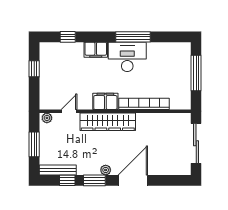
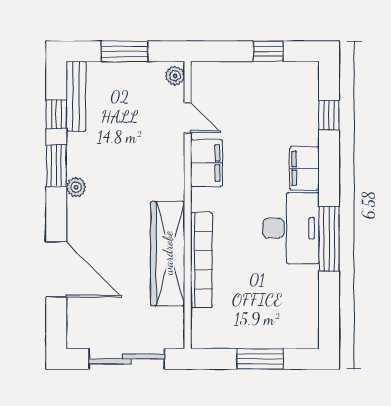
window: (196, 73) -> (260, 359), width x0.69
filing cabinet: (105, 101) -> (206, 163), moved
wardrobe: (108, 122) -> (168, 253), moved
door: (133, 180) -> (56, 269), moved

